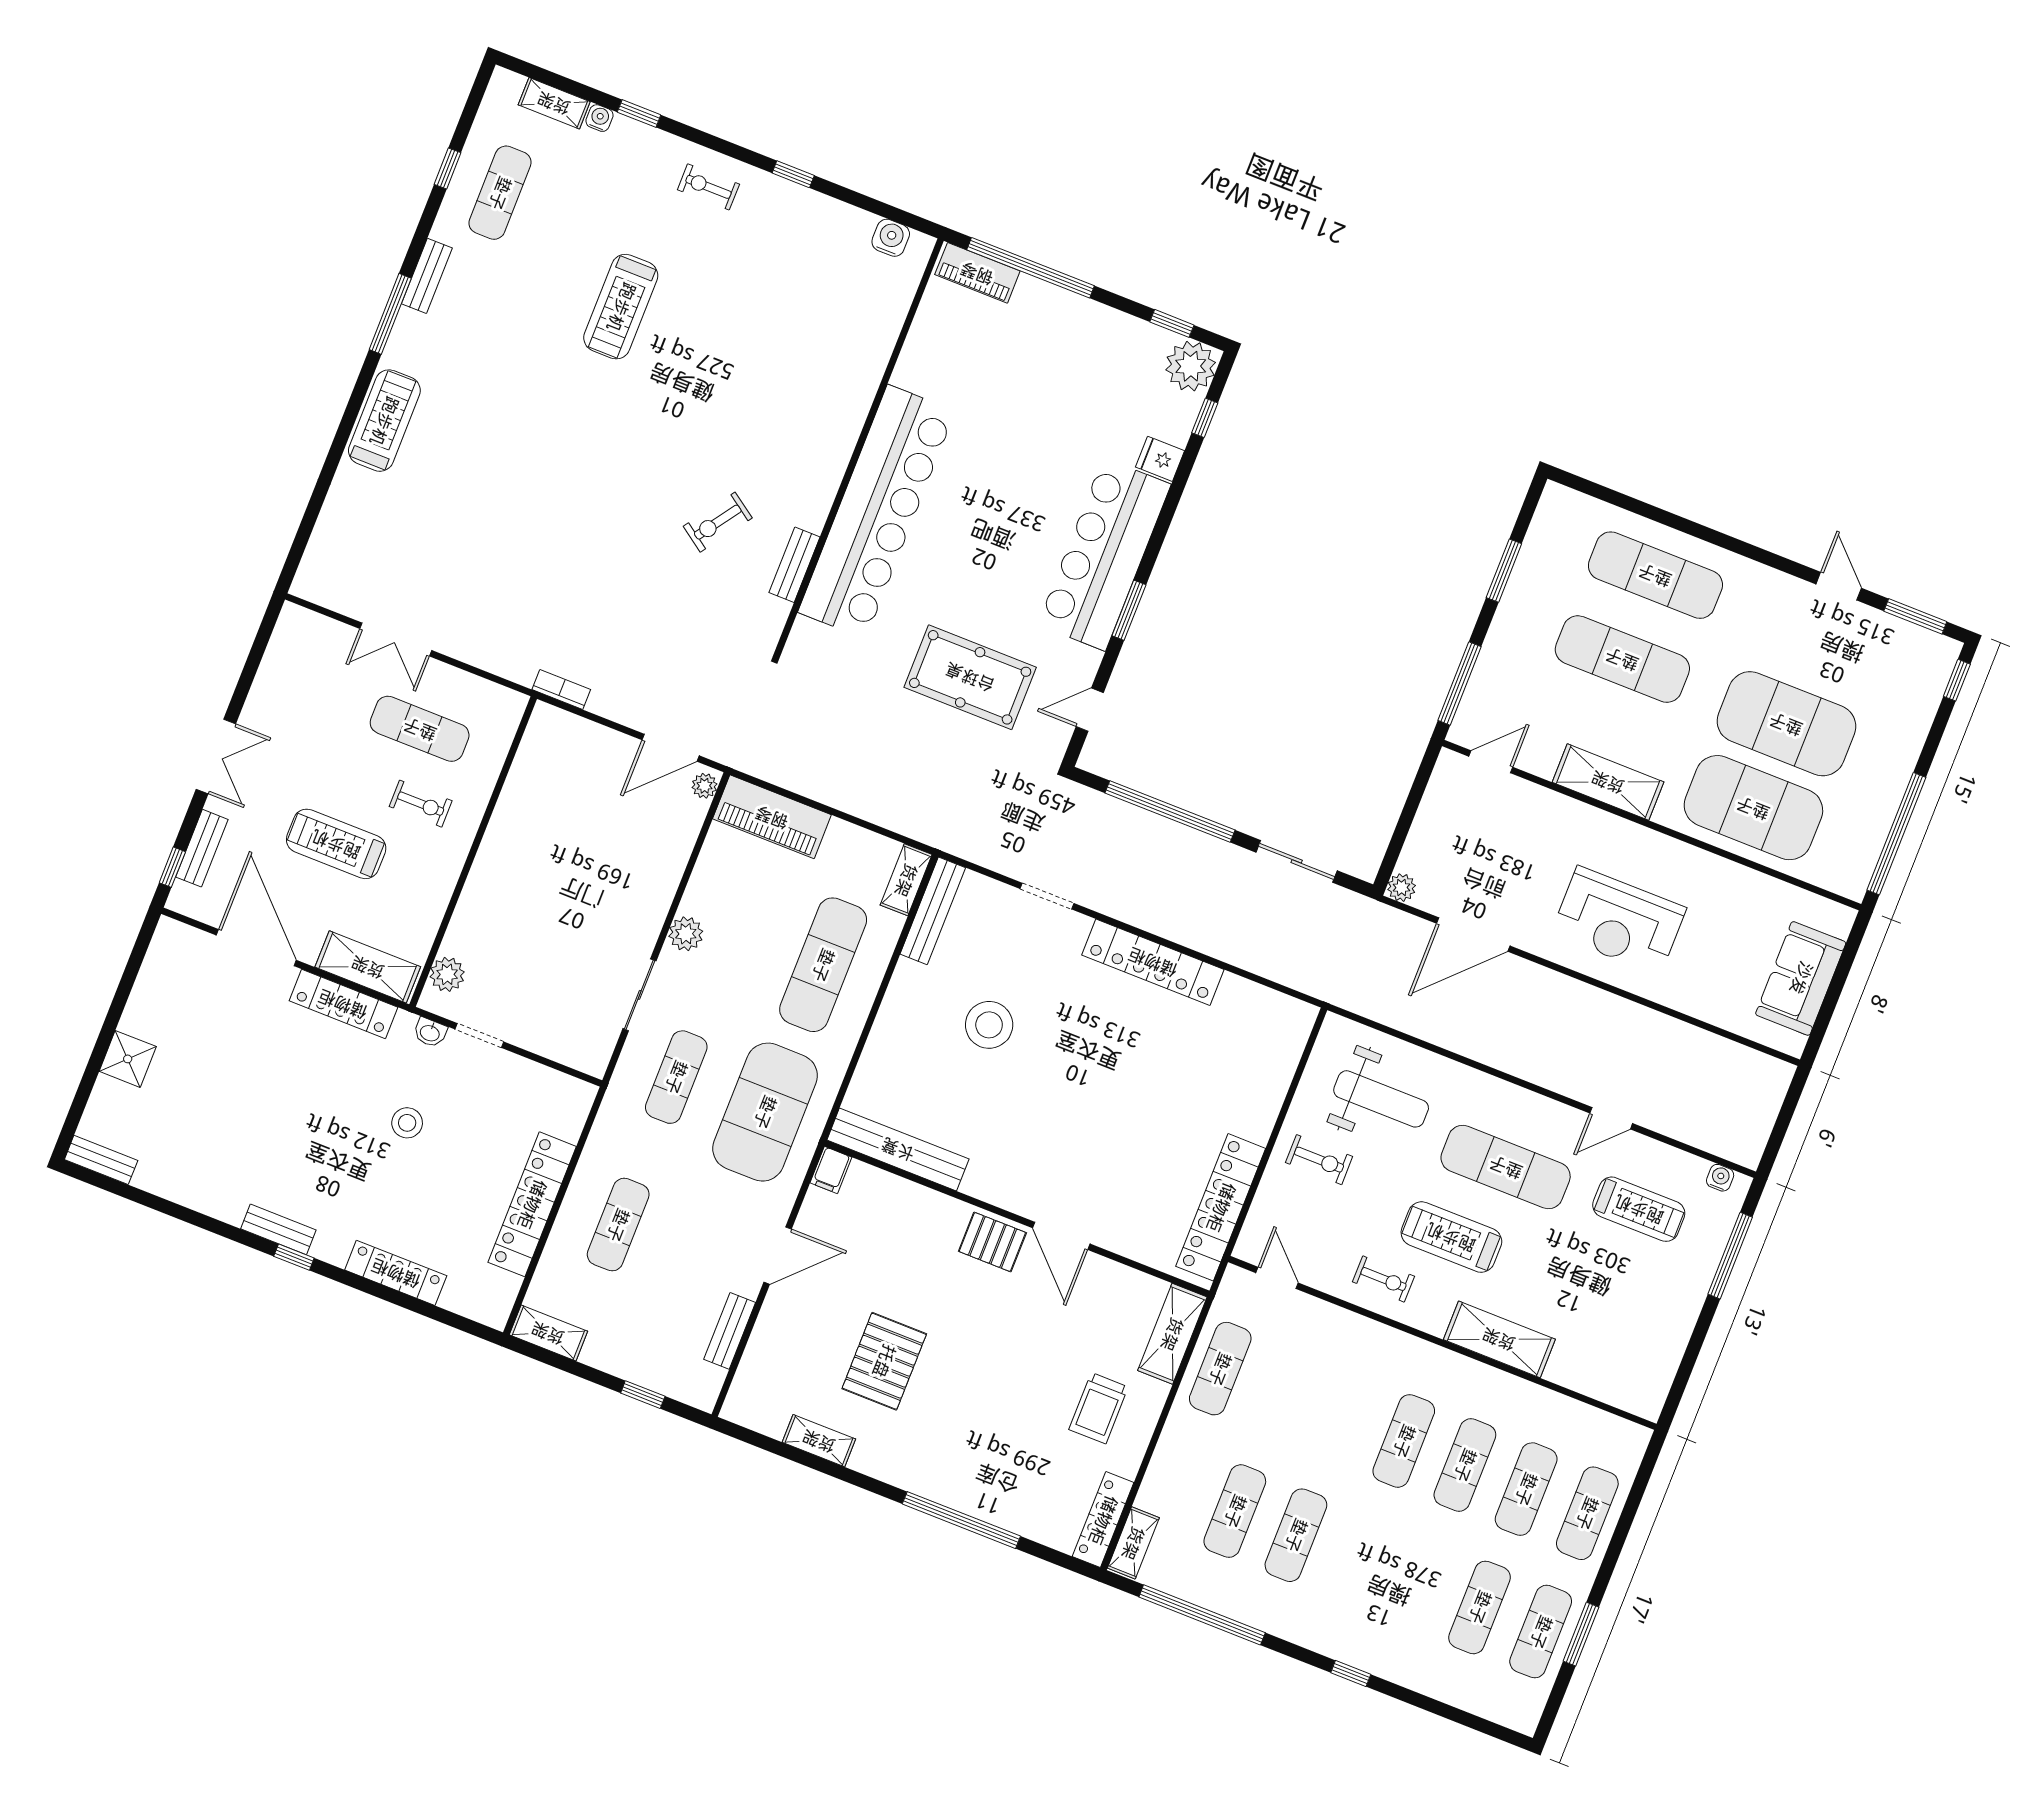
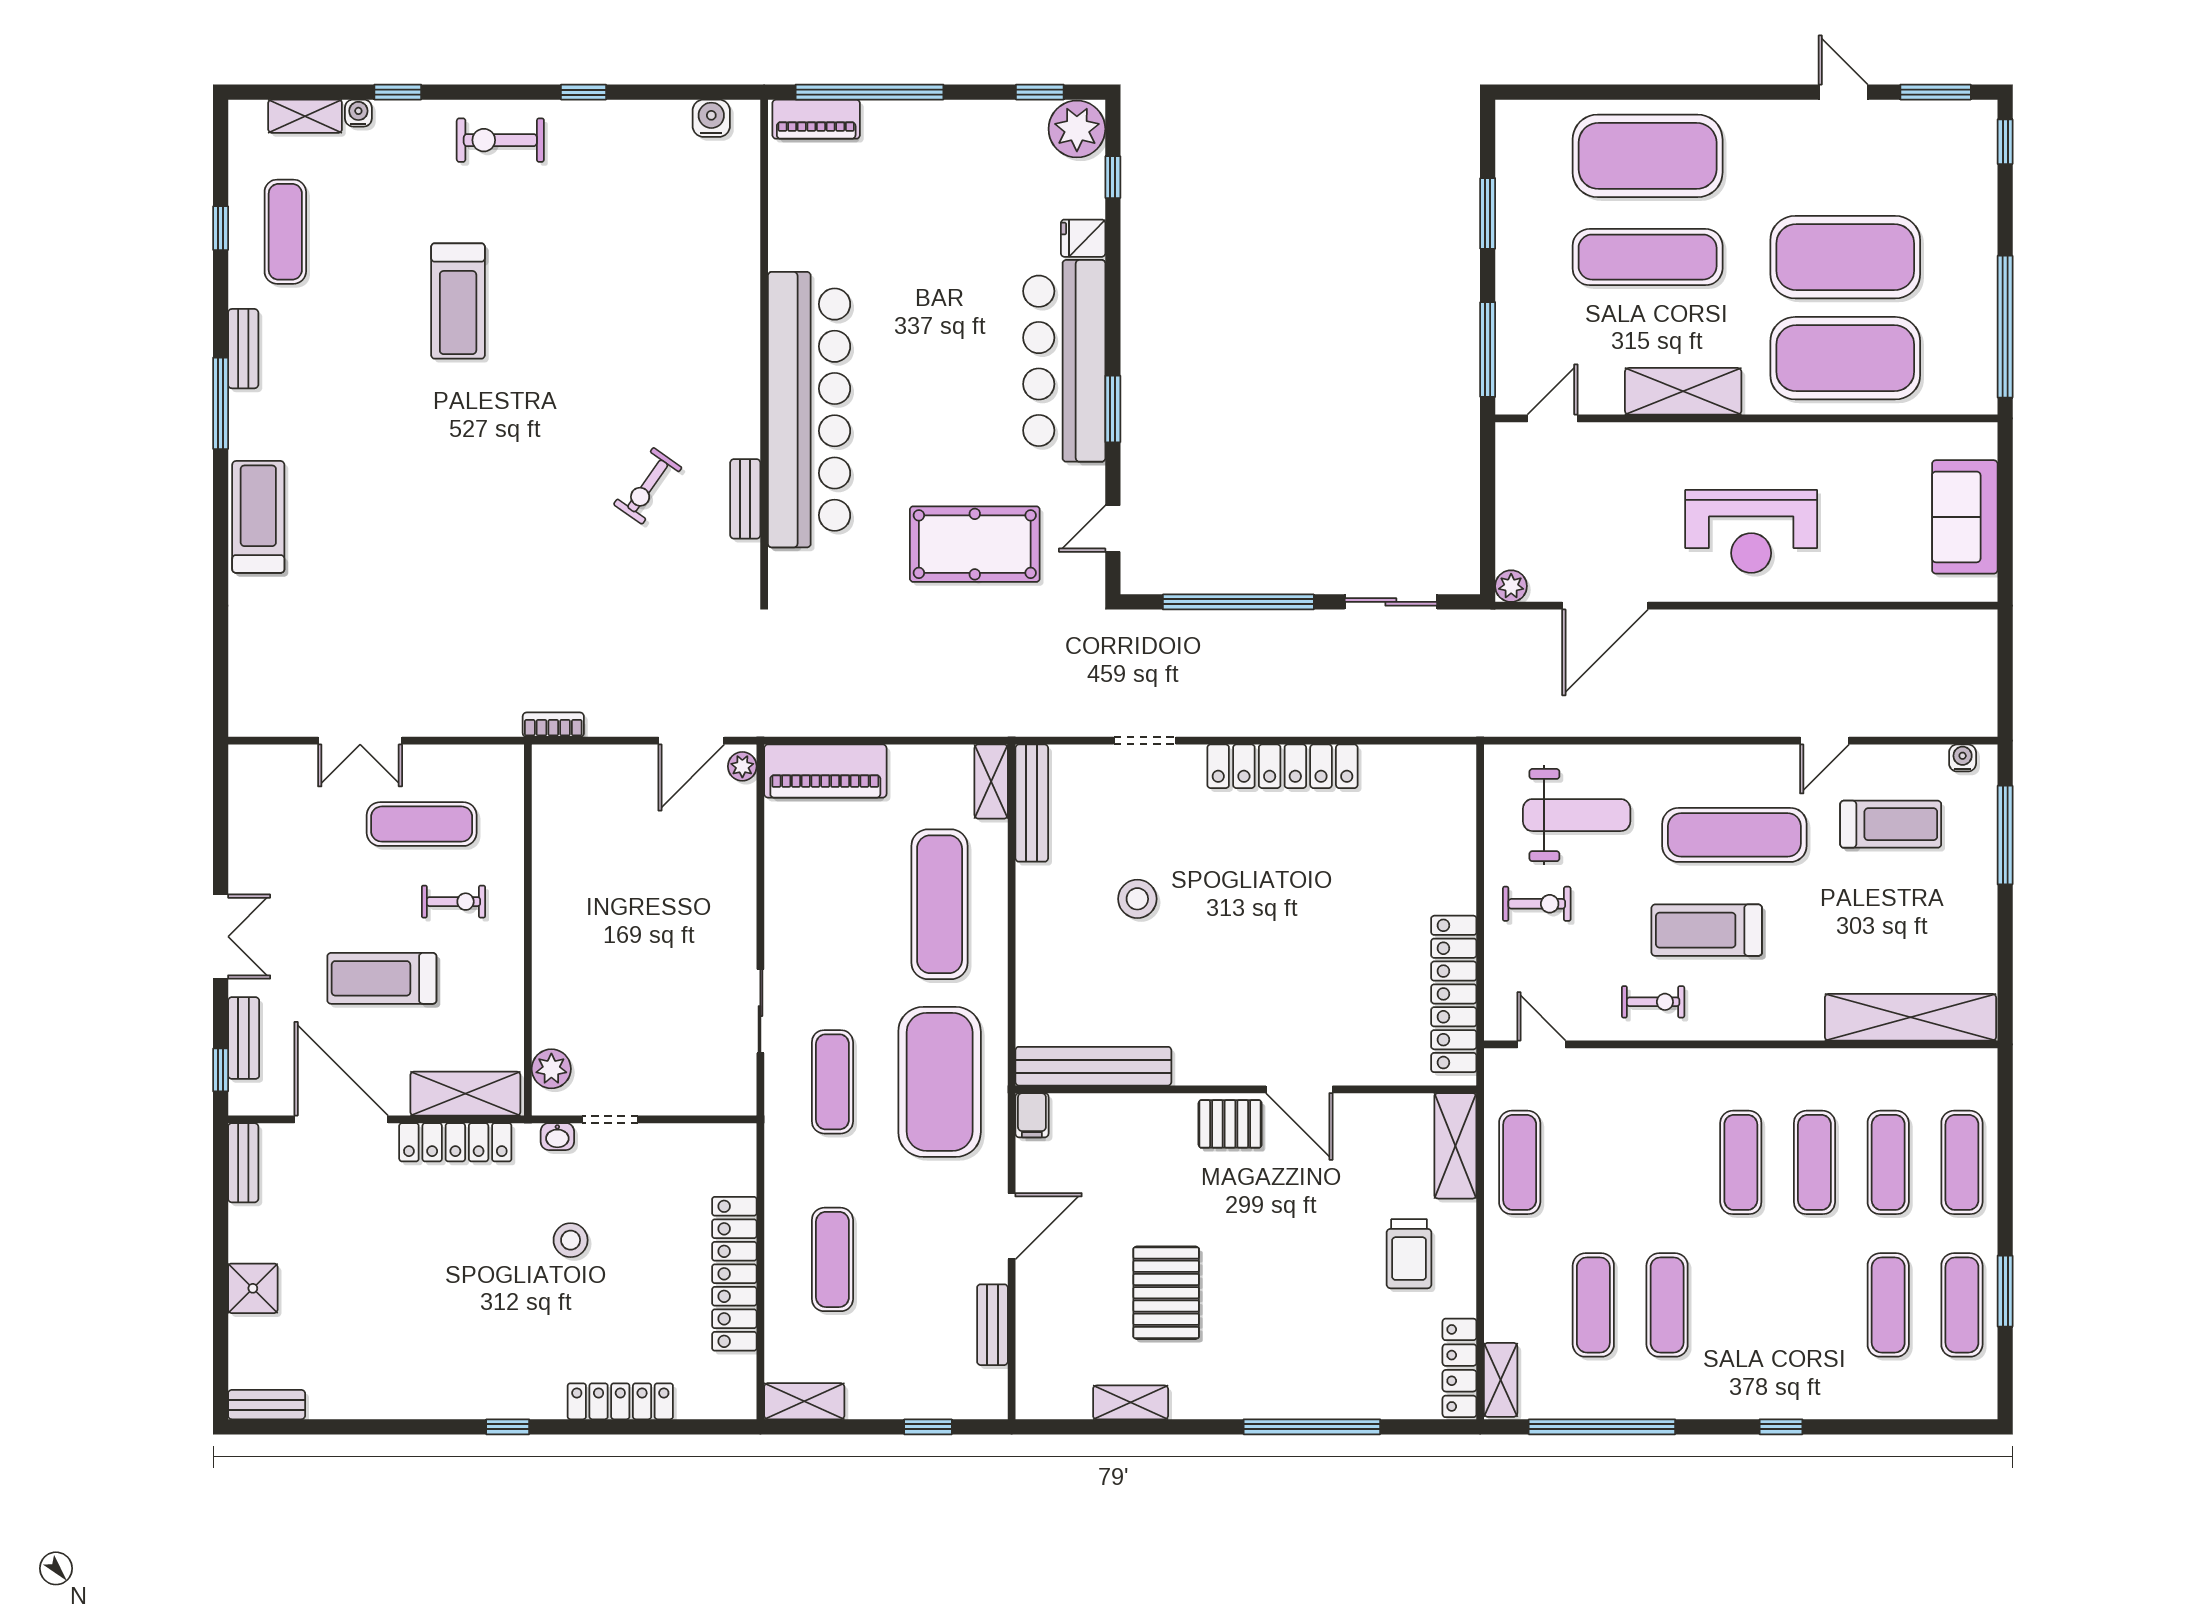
exercise bike: (708, 187) -> (500, 140), width x1.38, depth x1.39
exercise mat: (1655, 575) -> (1648, 156), width x1.47
plant: (686, 934) -> (784, 928), removed
stool: (989, 1025) -> (1137, 899), width x0.73, depth x0.73
bench: (278, 1229) -> (243, 1163), moved, turned 90
shelving: (1499, 1339) -> (1910, 1017), moved, width x1.47

